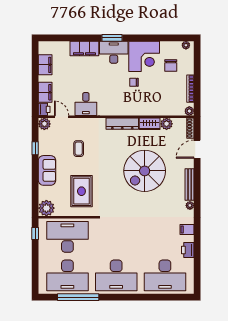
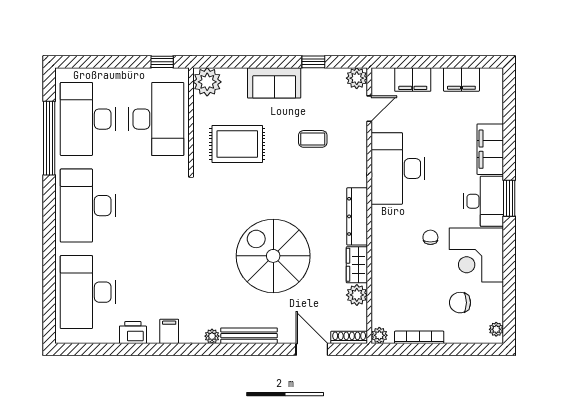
desk: (86, 104) -> (398, 169), width x1.87, depth x1.30
printer: (44, 109) -> (382, 78), removed

